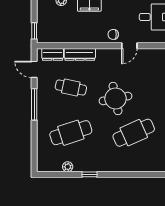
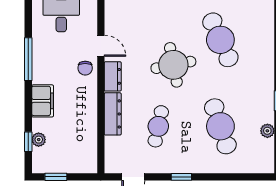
window: (34, 31) -> (56, 177), moved
dresser: (53, 54) -> (113, 76), moved
window: (34, 104) -> (181, 177), width x0.46

